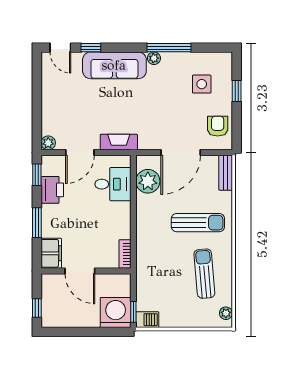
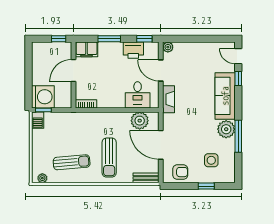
door: (60, 48) -> (238, 56), hinge flipped
plant: (154, 58) -> (226, 129), width x1.88, depth x1.88
window: (37, 308) -> (59, 39), moved

